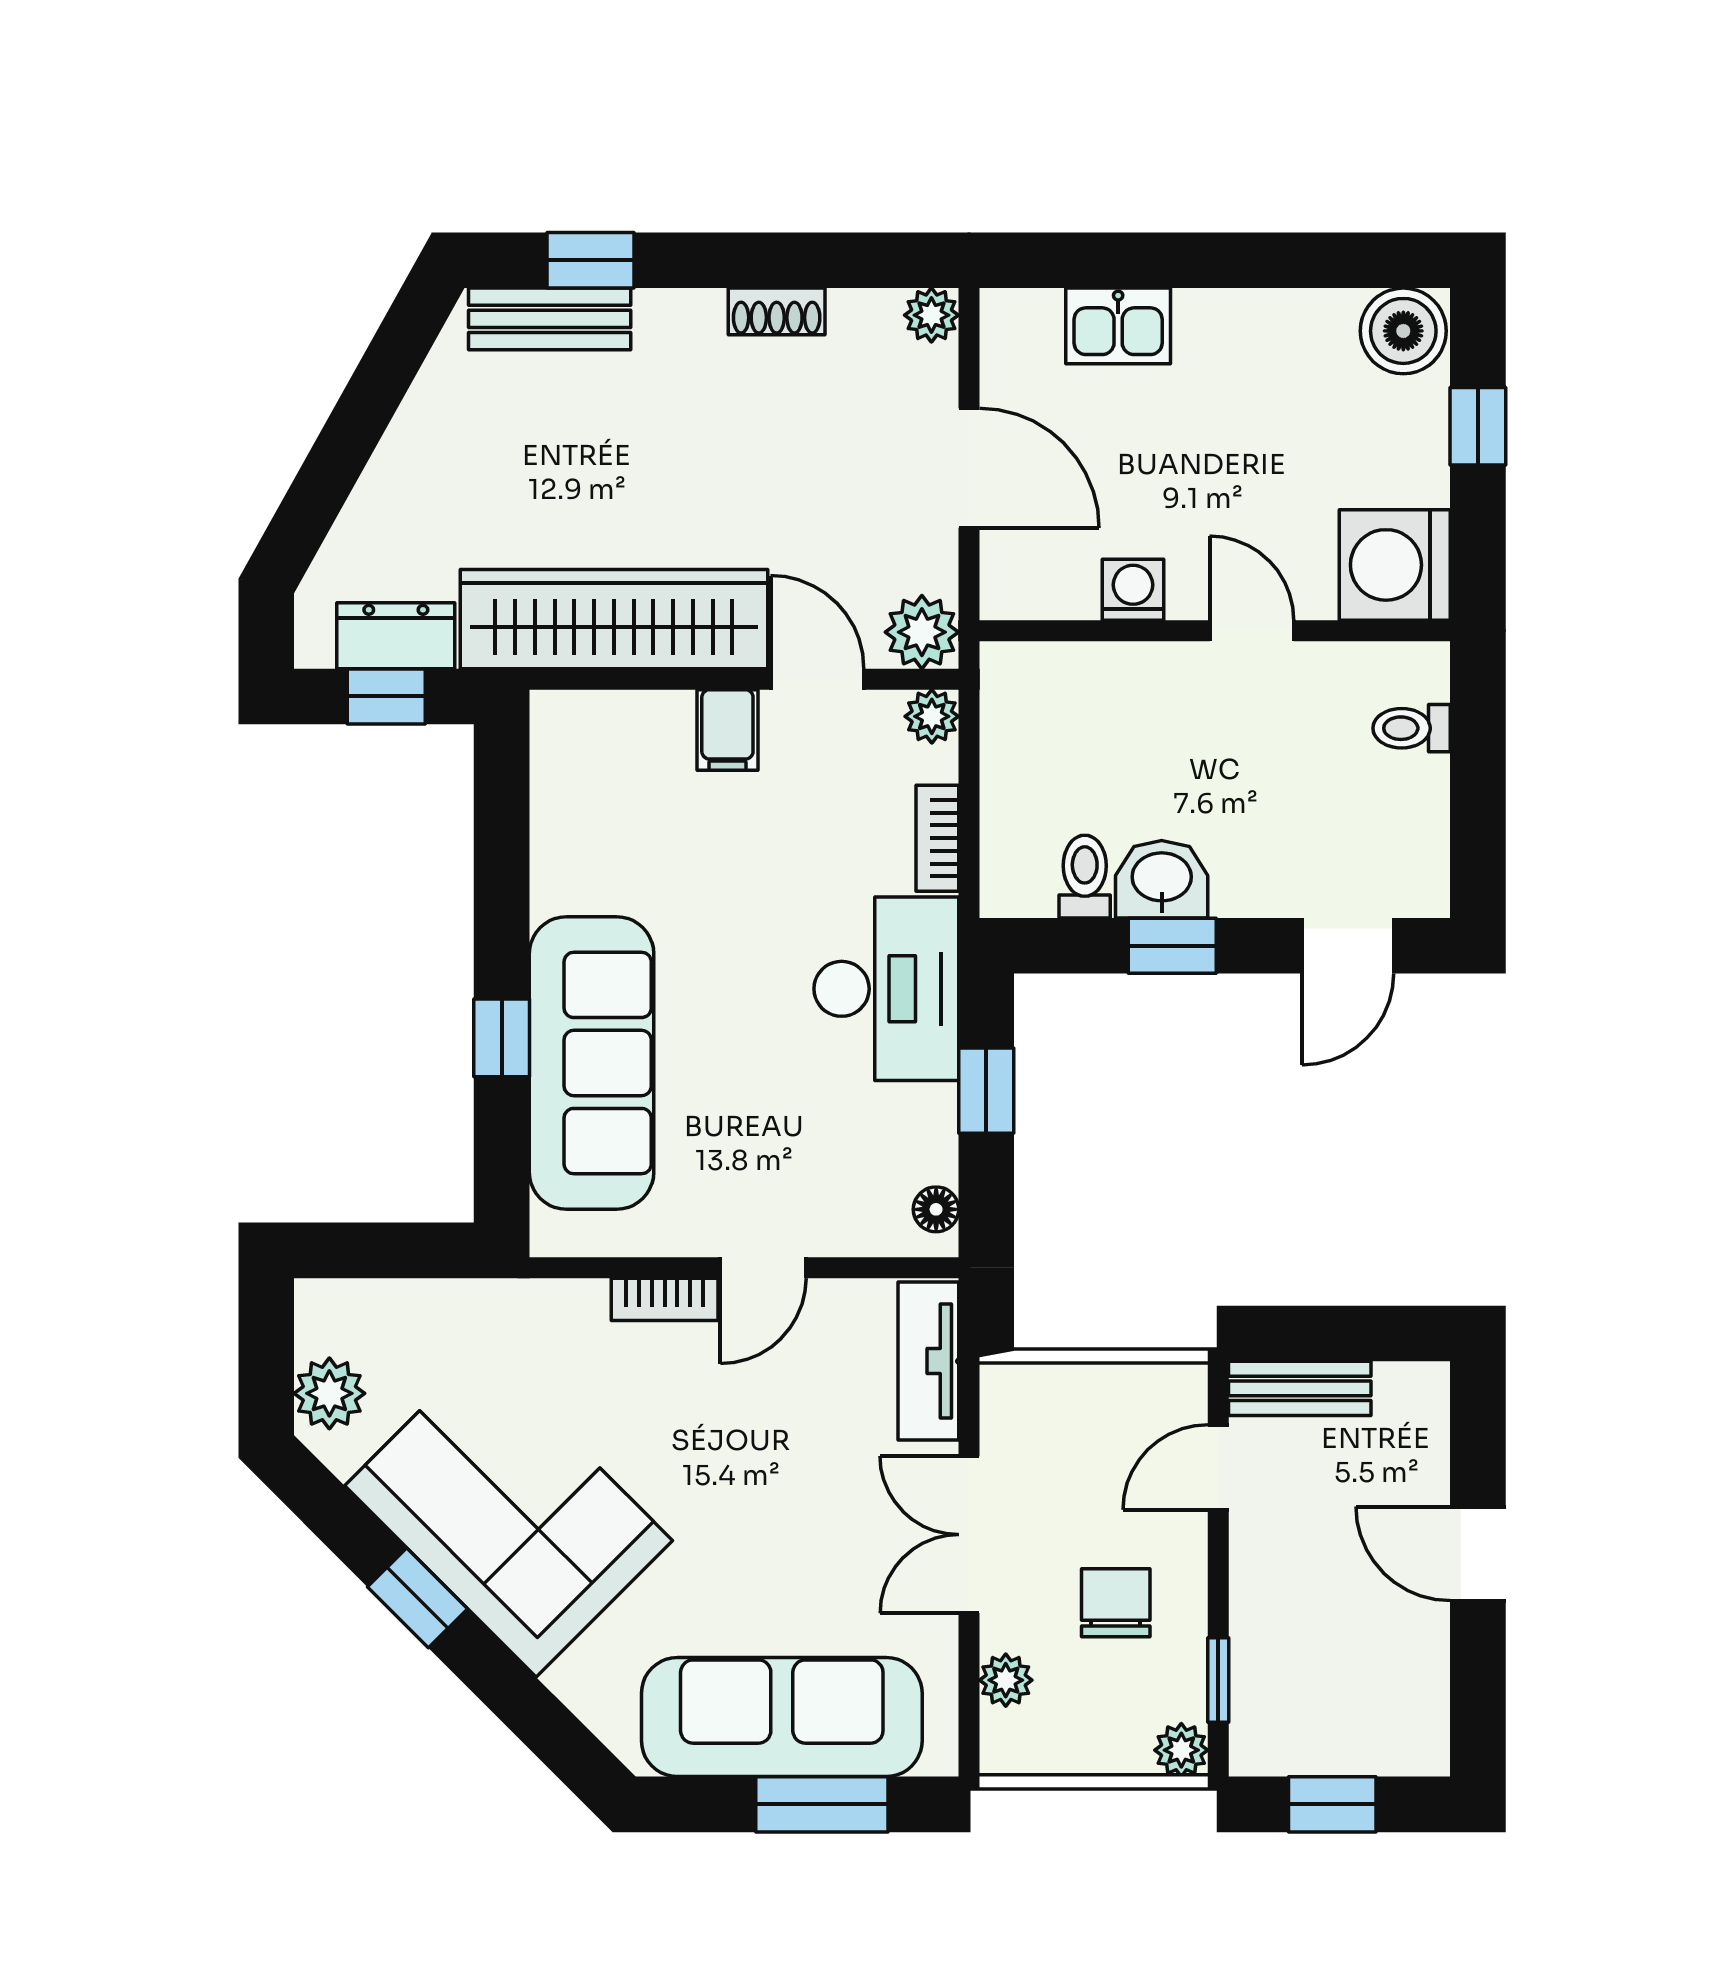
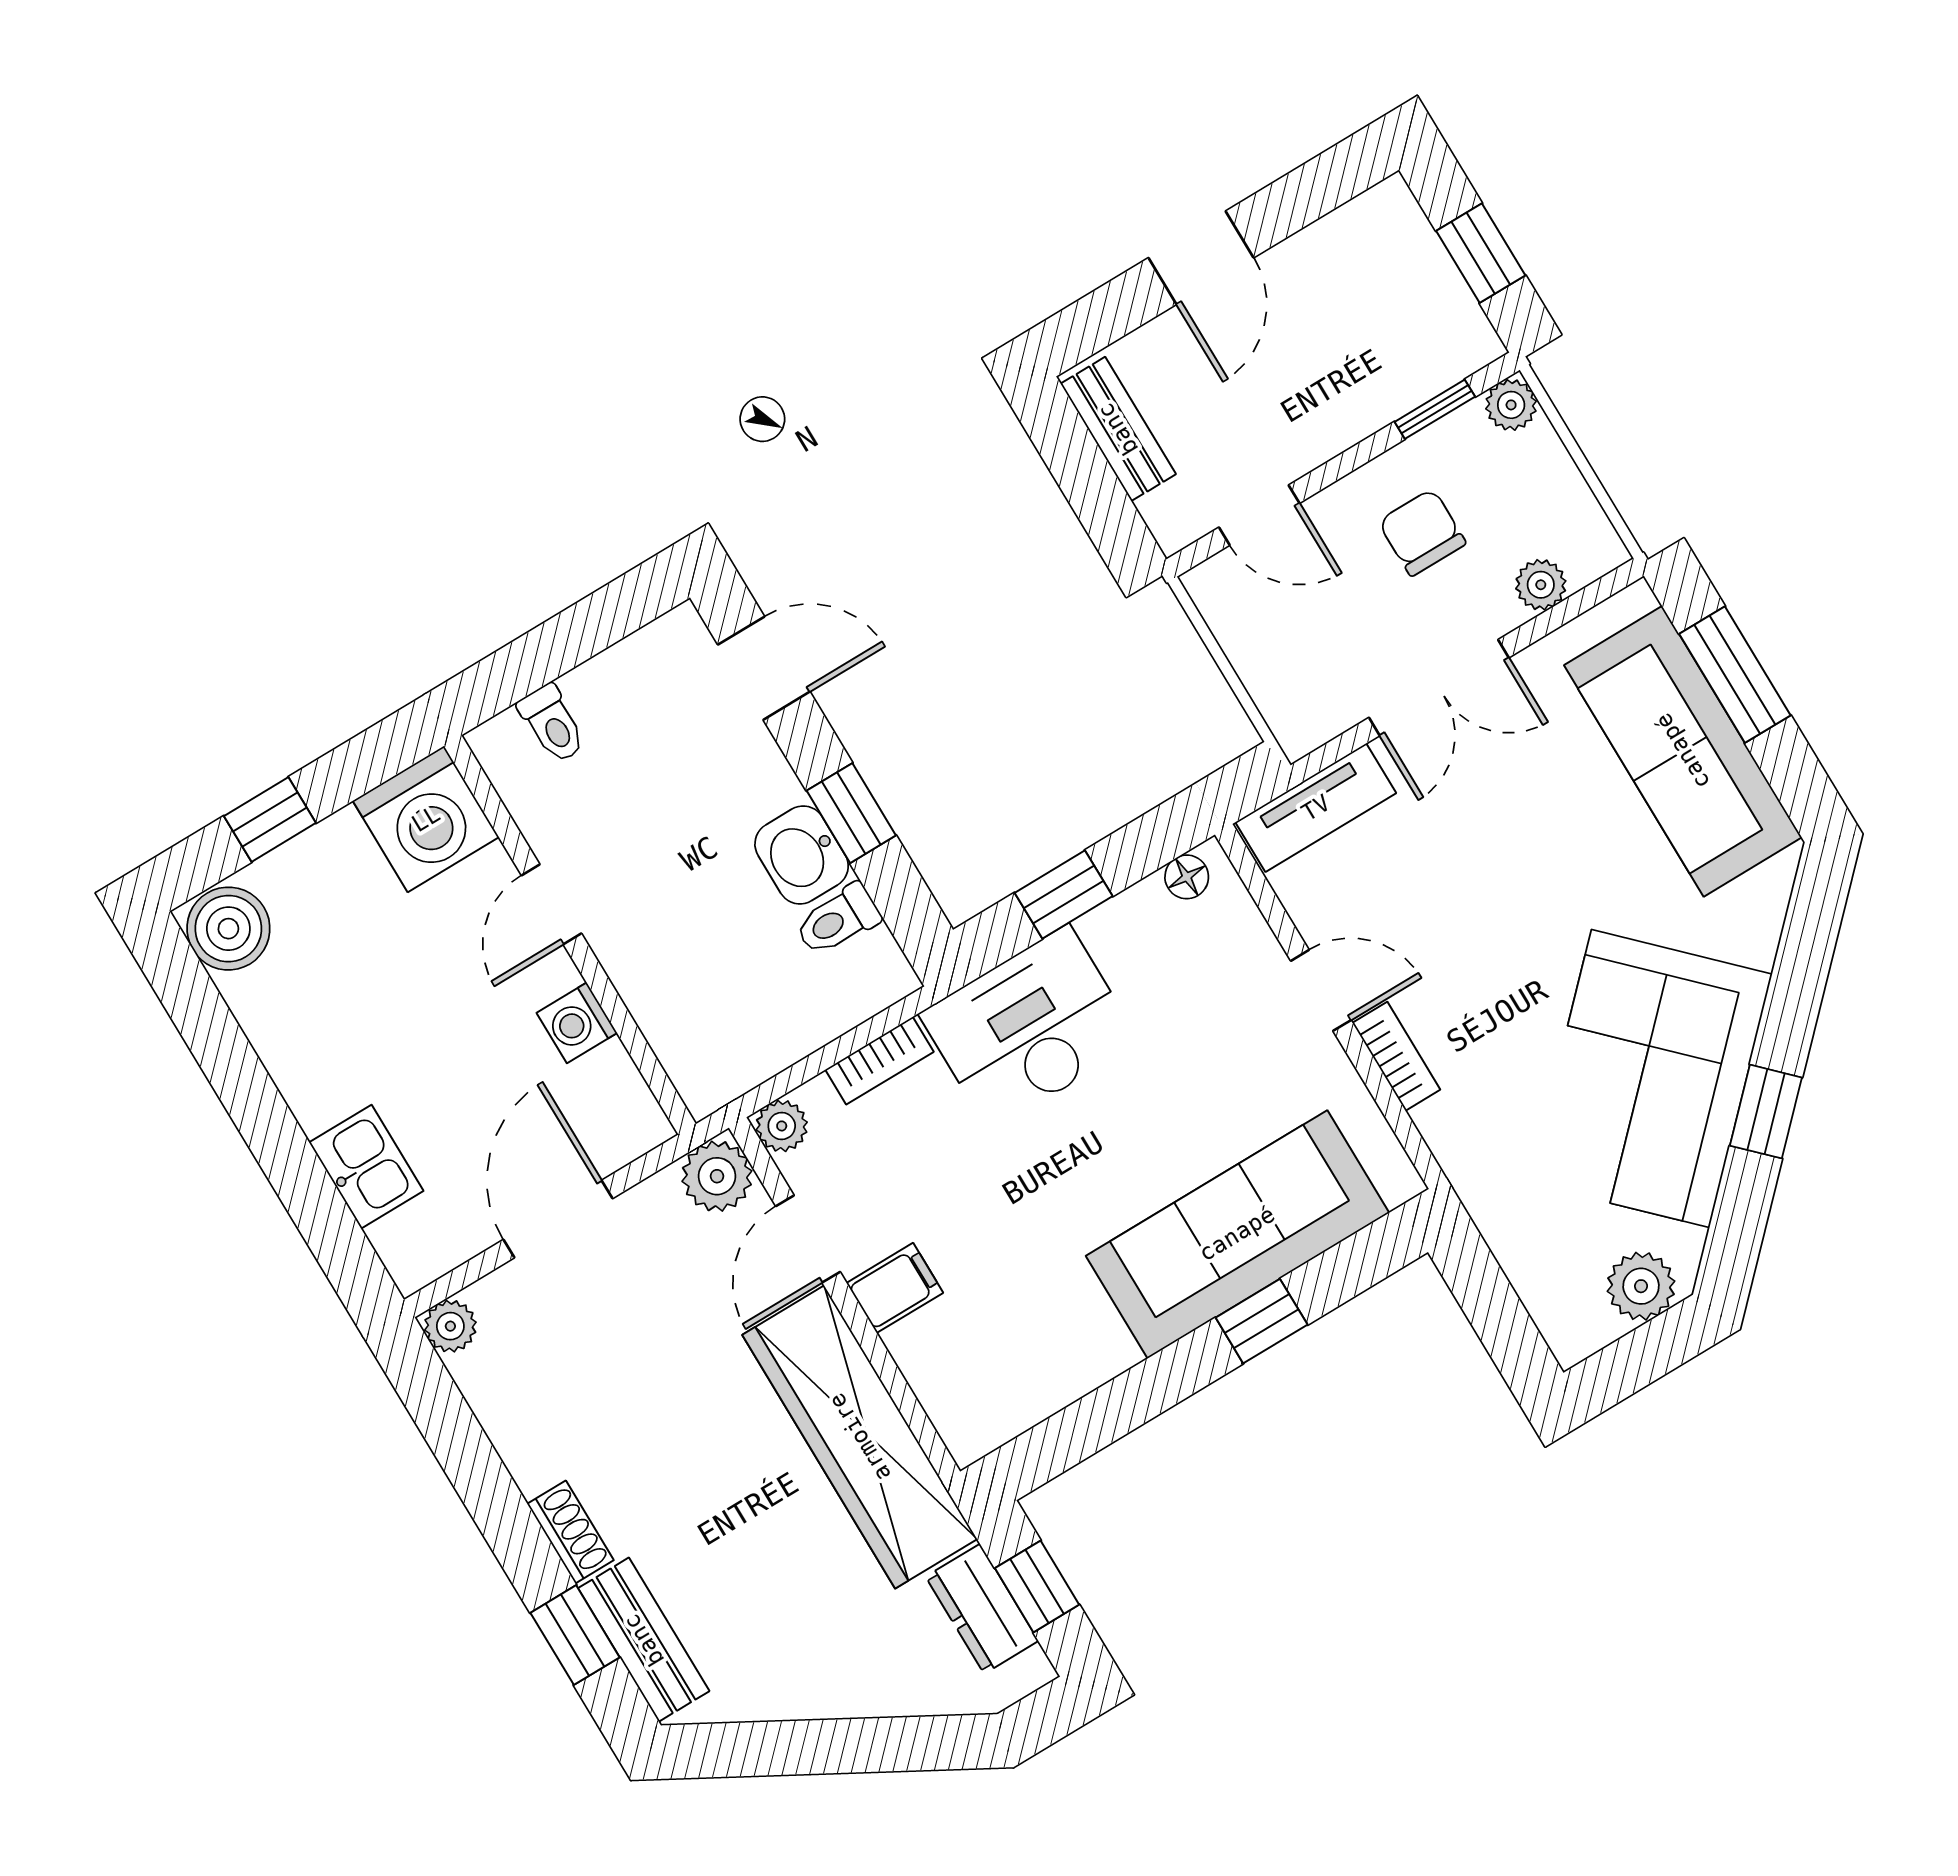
shoe rack: (777, 311) -> (570, 1532), moved
bench: (1300, 1388) -> (1118, 429), moved
chair: (1116, 1603) -> (1422, 532), turned 90

